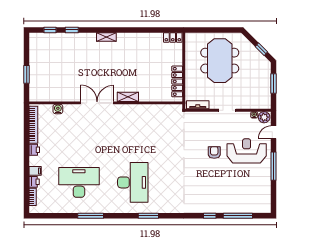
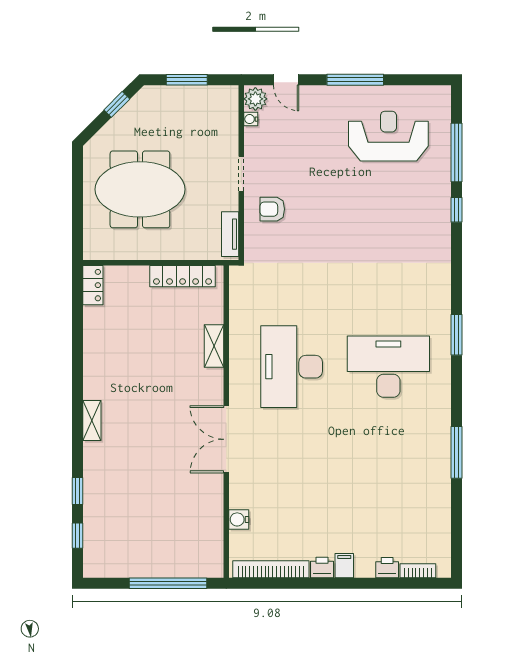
window: (27, 74) -> (168, 583), width x2.11
shelving: (128, 97) -> (214, 346), moved
reception desk: (247, 151) -> (388, 136), moved, turned 90
armchair: (214, 152) -> (272, 209), moved
filing cabinet: (35, 171) -> (344, 566), moved
desk: (79, 182) -> (292, 367), moved

